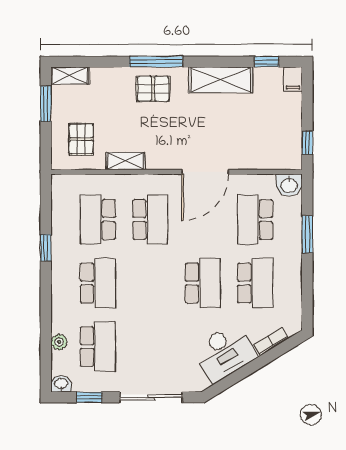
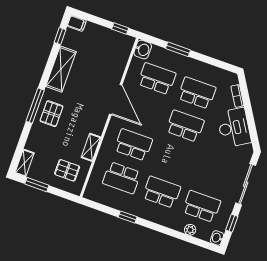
school desk: (255, 220) -> (157, 79), turned 180

